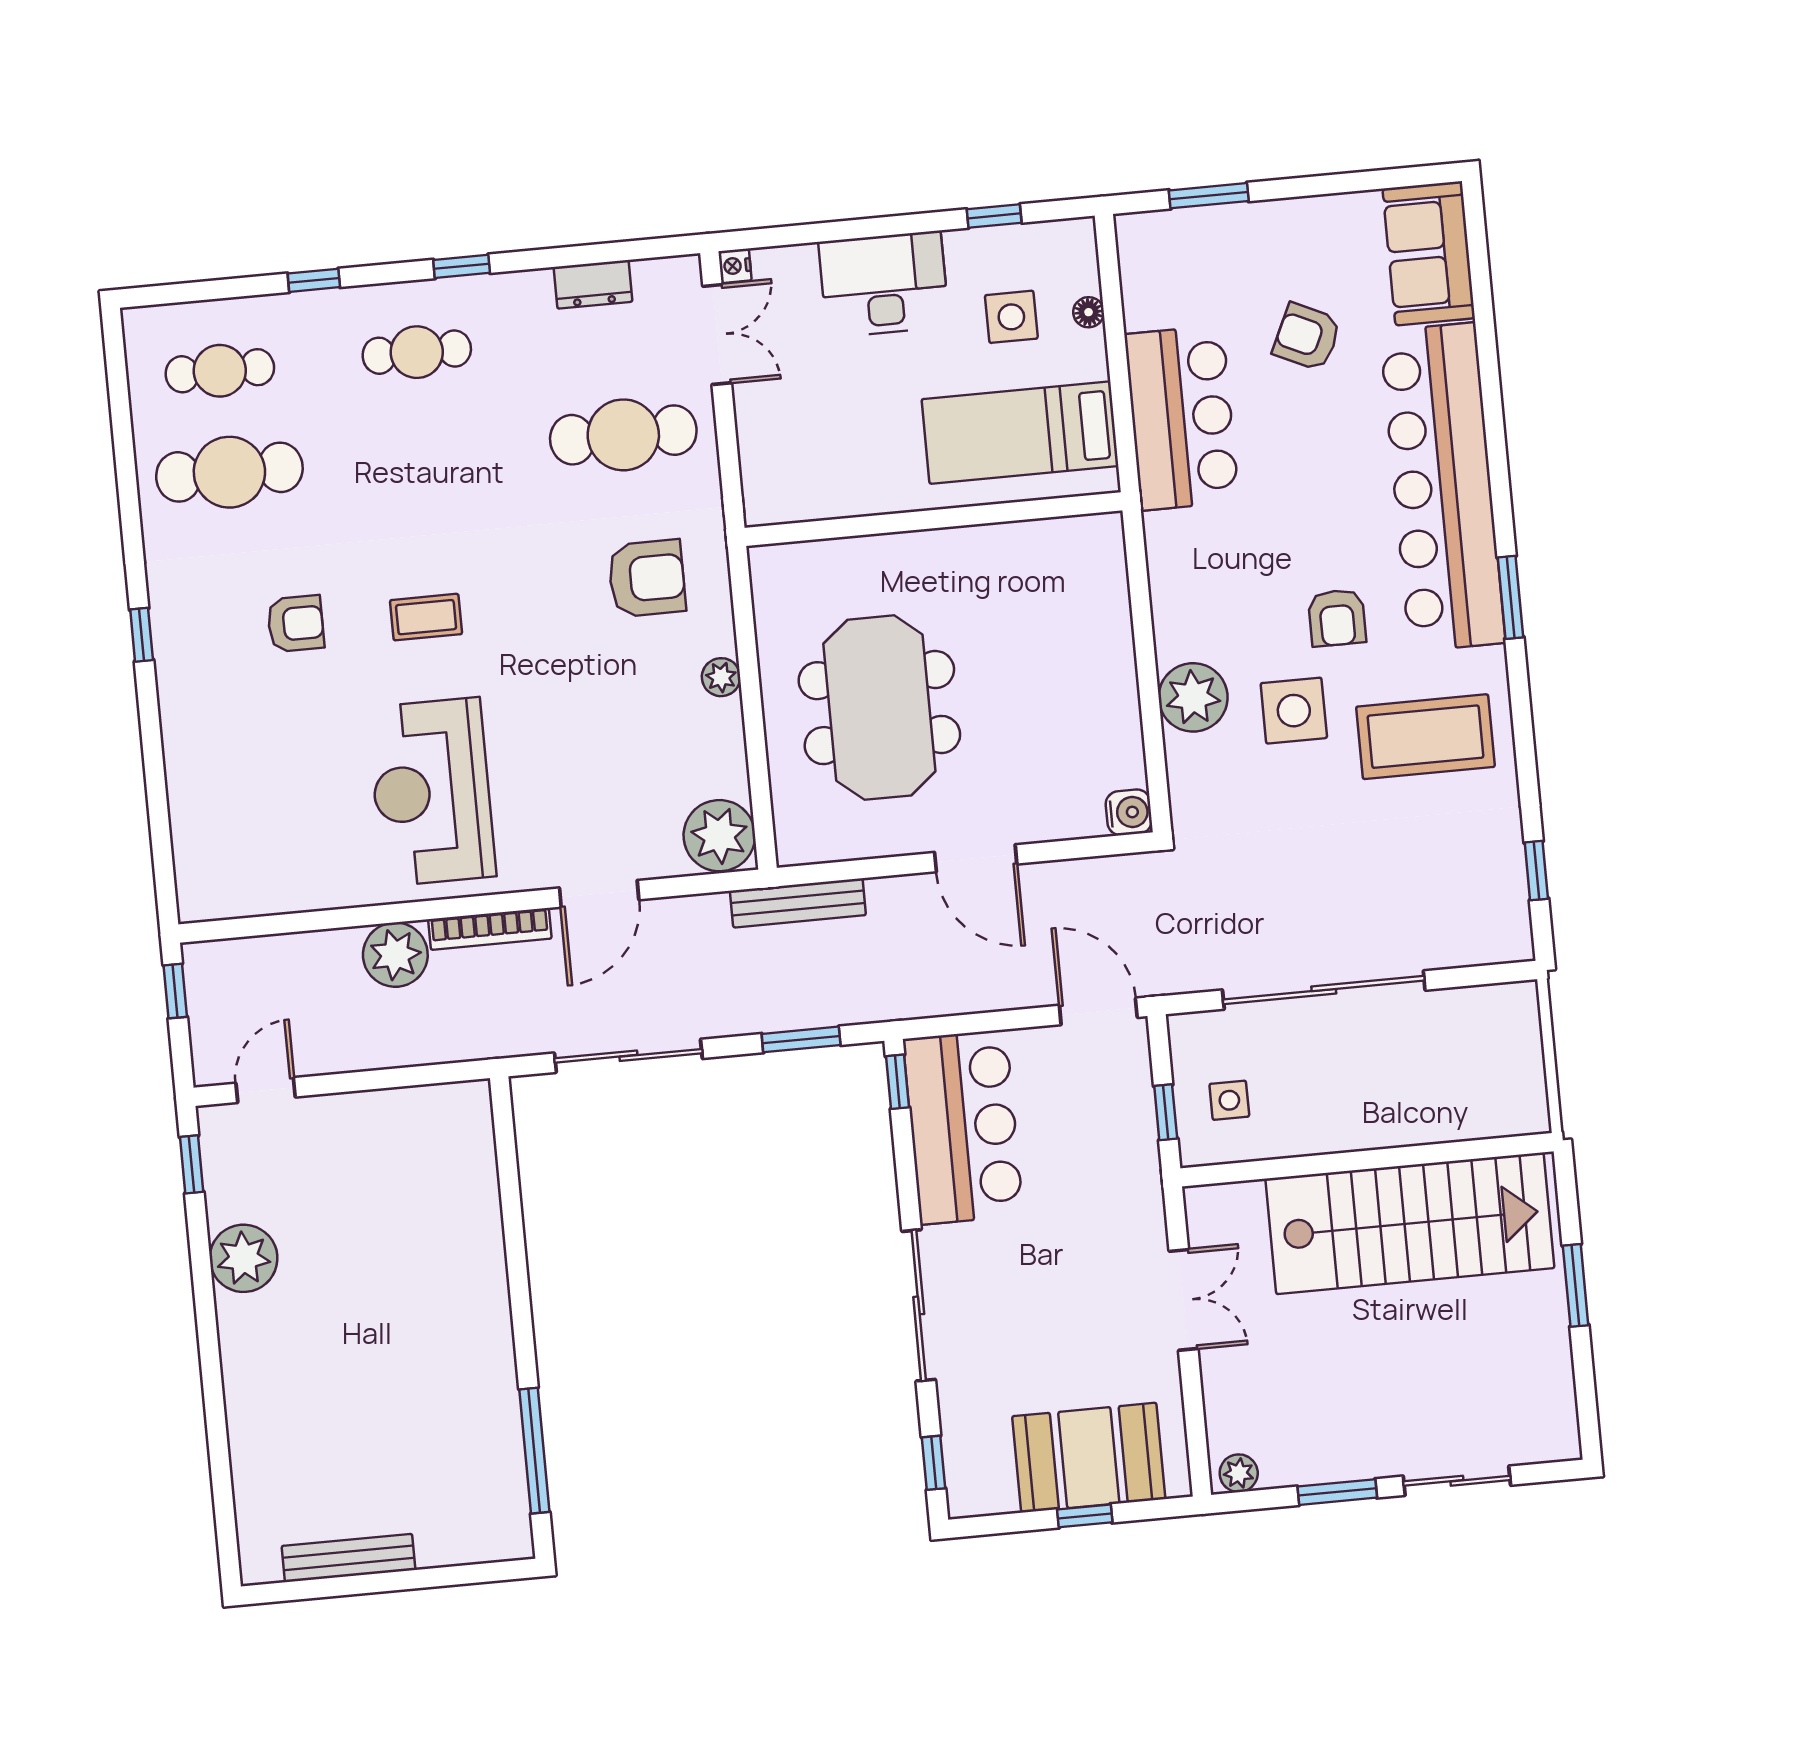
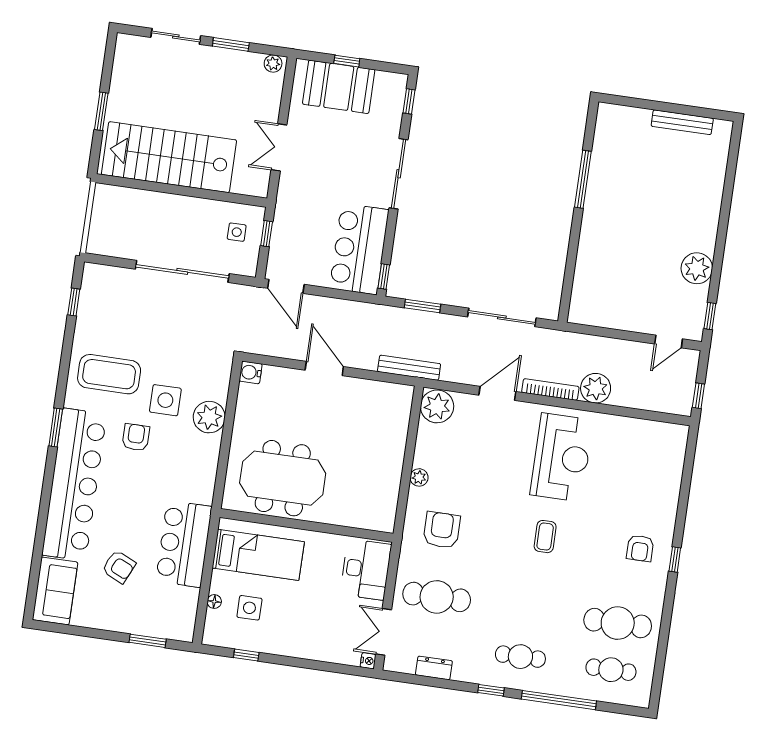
window: (314, 280) -> (559, 700), width x3.17
desk: (884, 284) -> (366, 569), moved, turned -90
armchair: (647, 578) -> (442, 530), turned 90
coffee table: (426, 617) -> (545, 537), turned 90
armchair: (296, 624) -> (640, 548), moved, turned -90
meeting table: (879, 708) -> (283, 478), moved, turned 90
window: (534, 1451) -> (583, 179), moved

